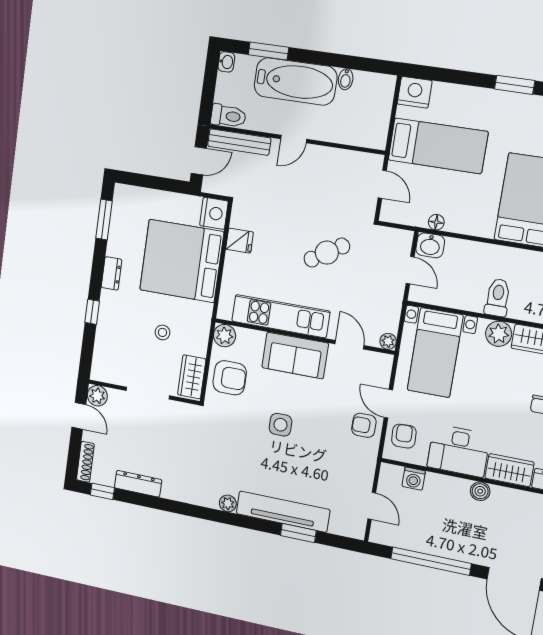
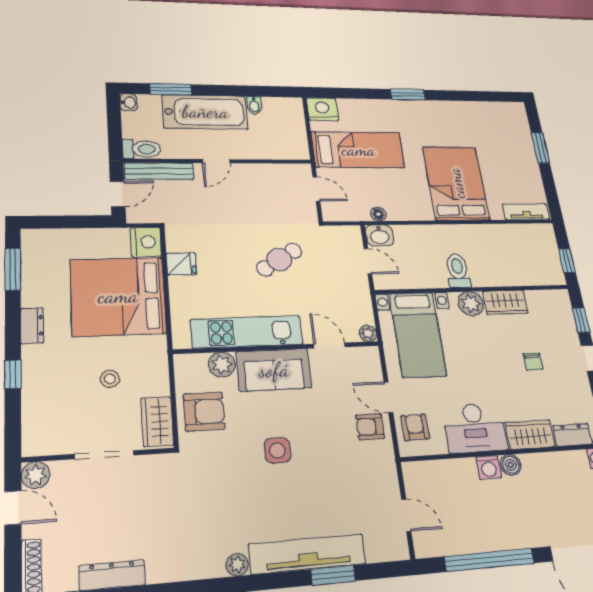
plant: (225, 336) -> (222, 365), moved
washing machine: (414, 479) -> (489, 467), moved

